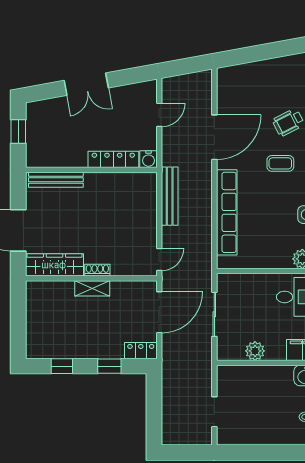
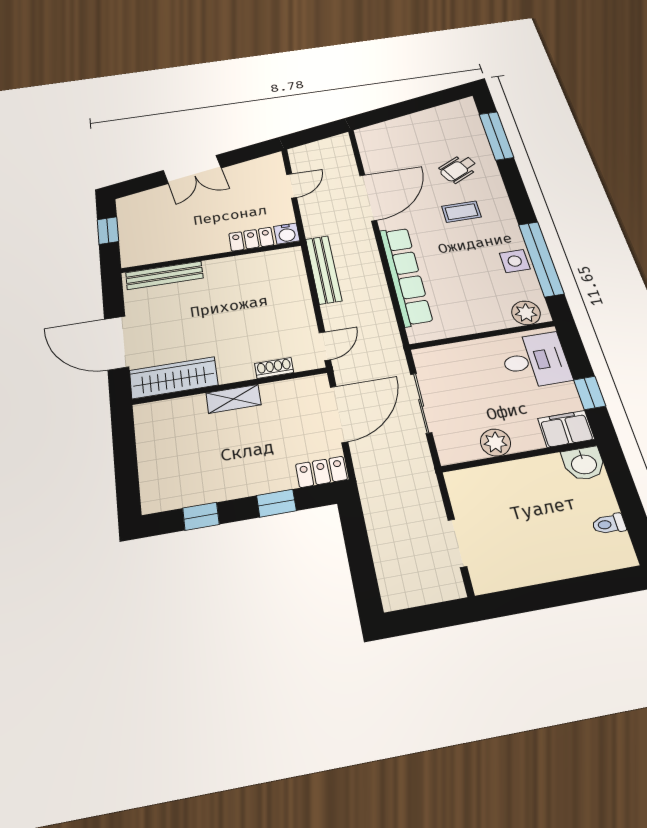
locker: (113, 159) -> (251, 239), width x0.66
shoe rack: (97, 270) -> (274, 368), moved

